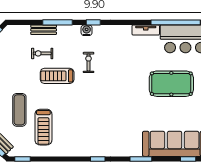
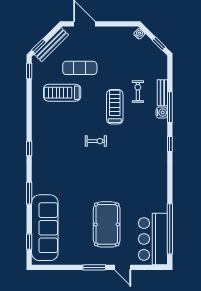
water cooler: (87, 30) -> (162, 113), moved
tv unit: (146, 30) -> (162, 198), removed
exercise bike: (89, 62) -> (96, 141), moved

